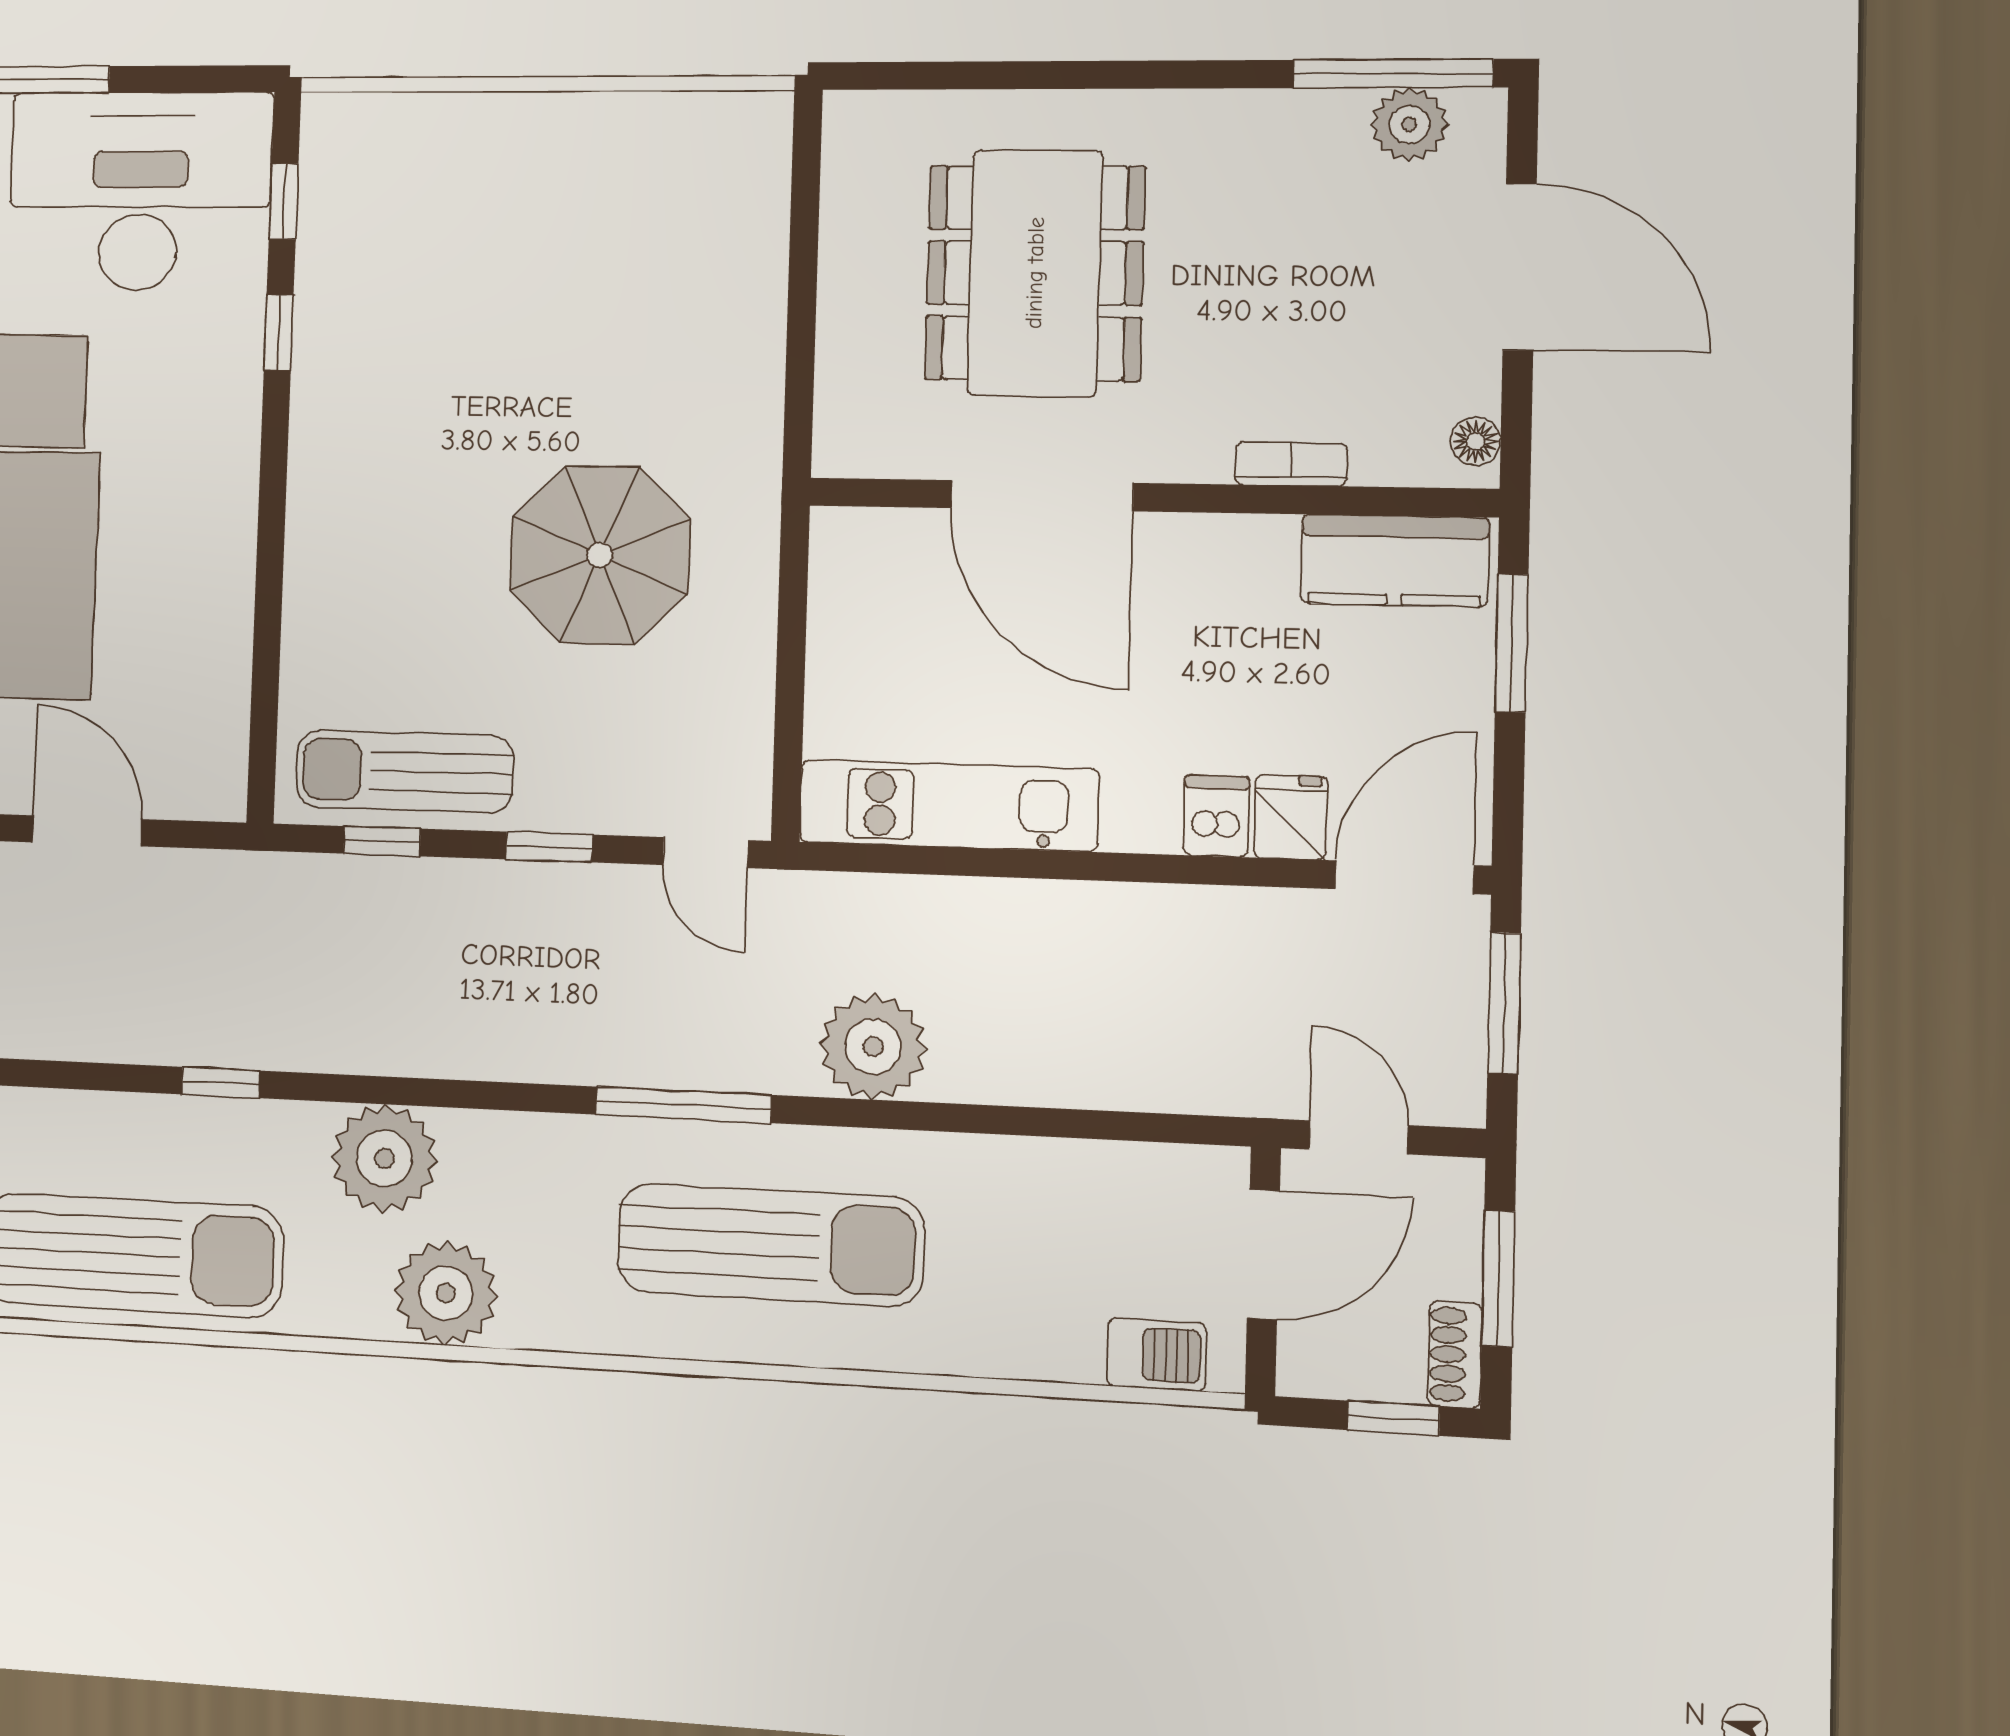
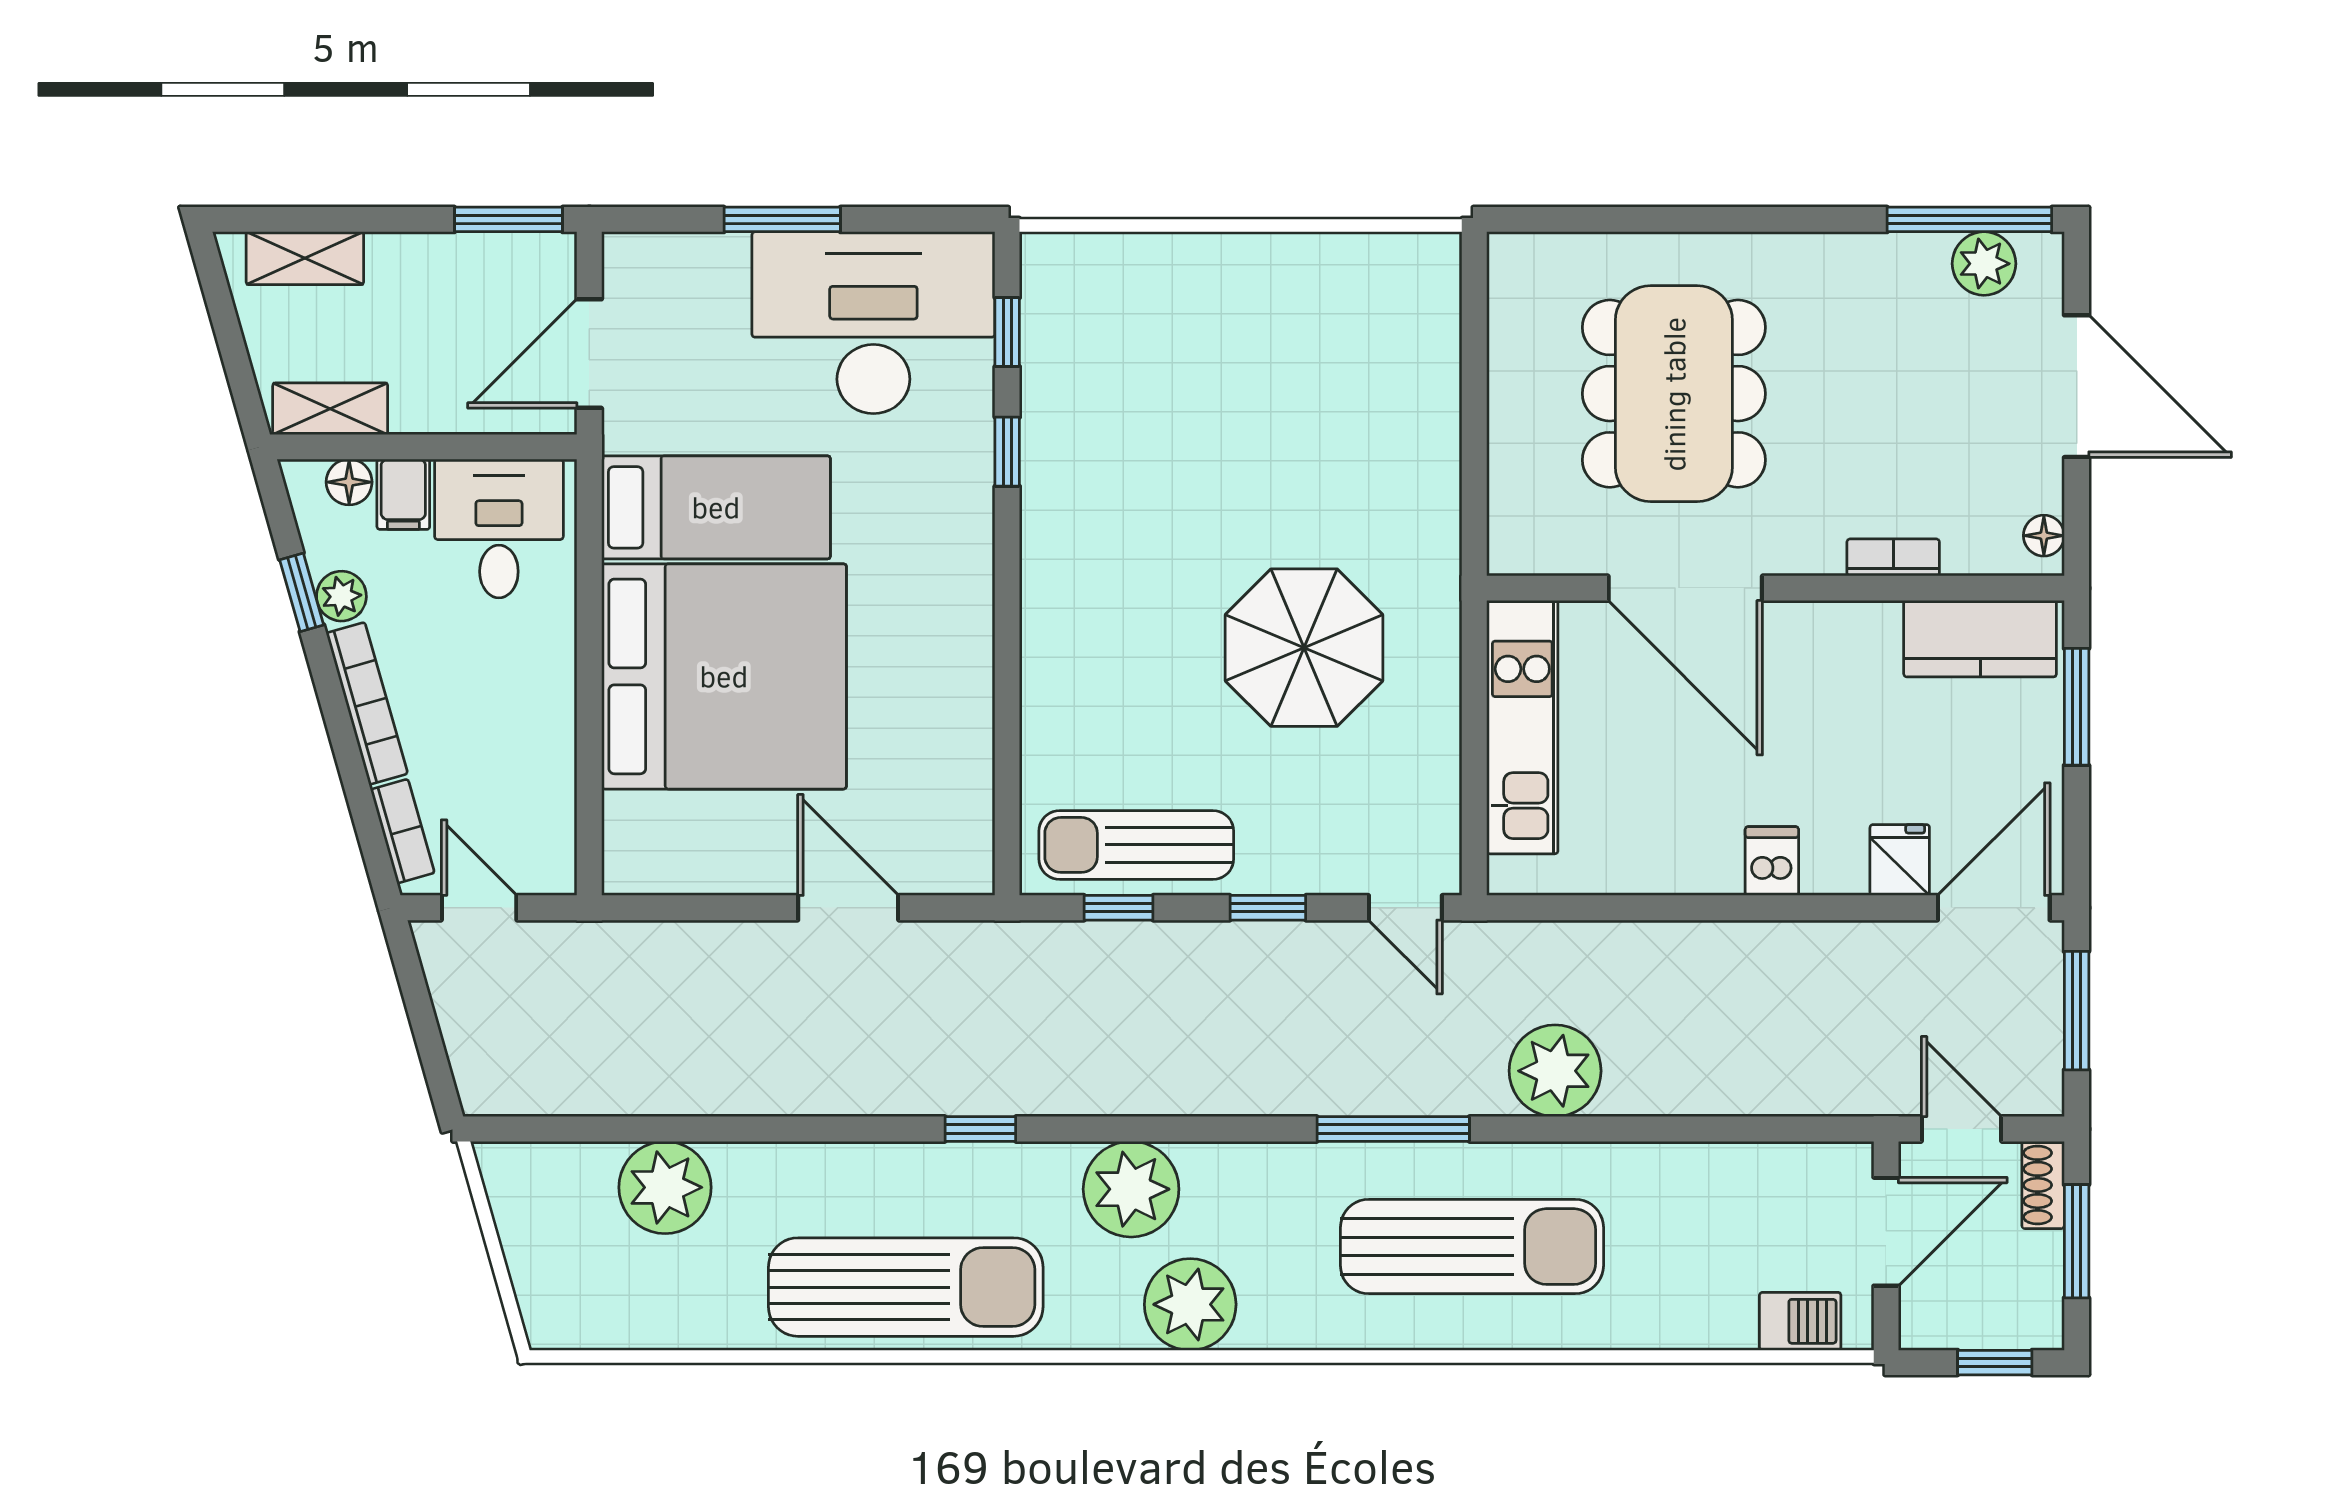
kitchen unit: (948, 806) -> (1522, 727), moved, turned 90
dishwasher: (1216, 816) -> (1772, 861), moved
shoe rack: (1455, 1355) -> (2043, 1185), moved

